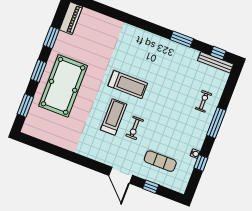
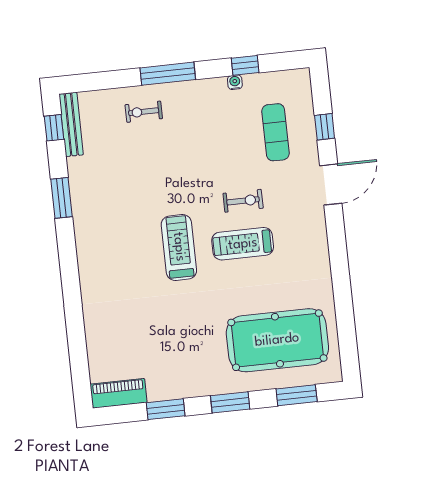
pool table: (63, 86) -> (277, 340), moved

